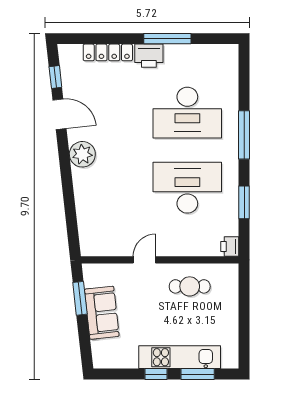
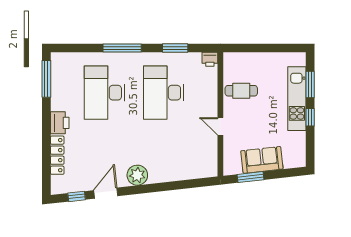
window: (167, 39) -> (46, 79), moved
desk: (187, 113) -> (105, 93), turned 180
cafe table: (190, 286) -> (241, 91), turned 90

